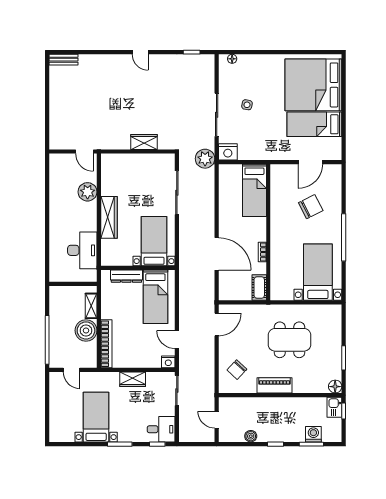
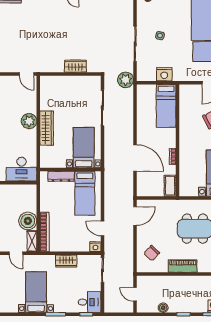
nightstand: (228, 152) -> (164, 74), moved
plant: (88, 192) -> (29, 121), moved
desk: (82, 250) -> (21, 169), moved, turned 90
shelving: (91, 306) -> (32, 241), moved

